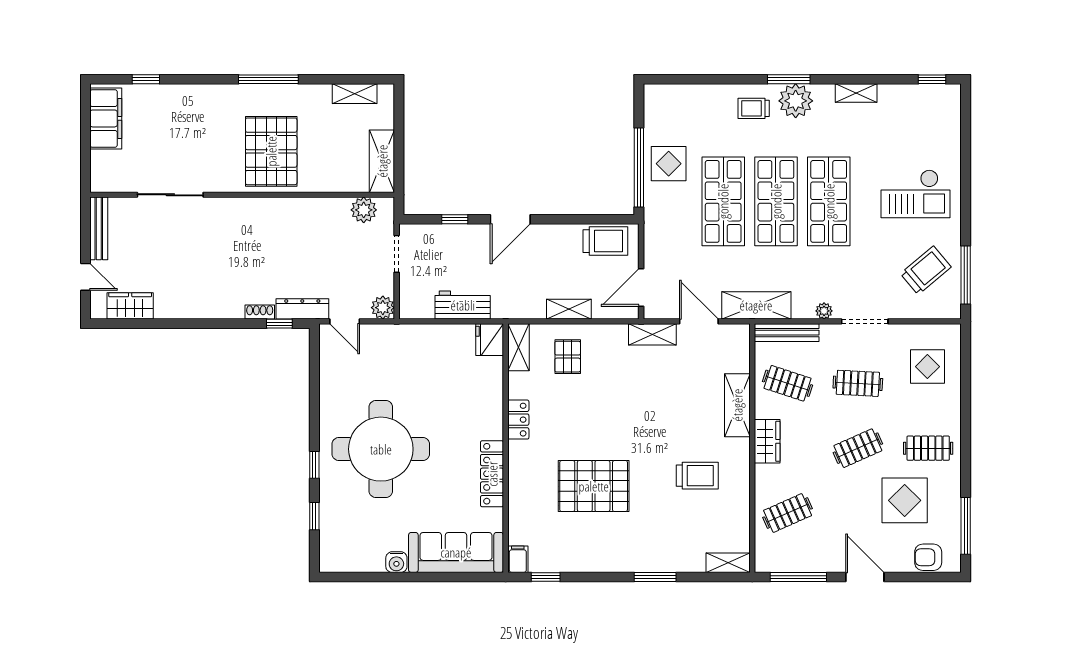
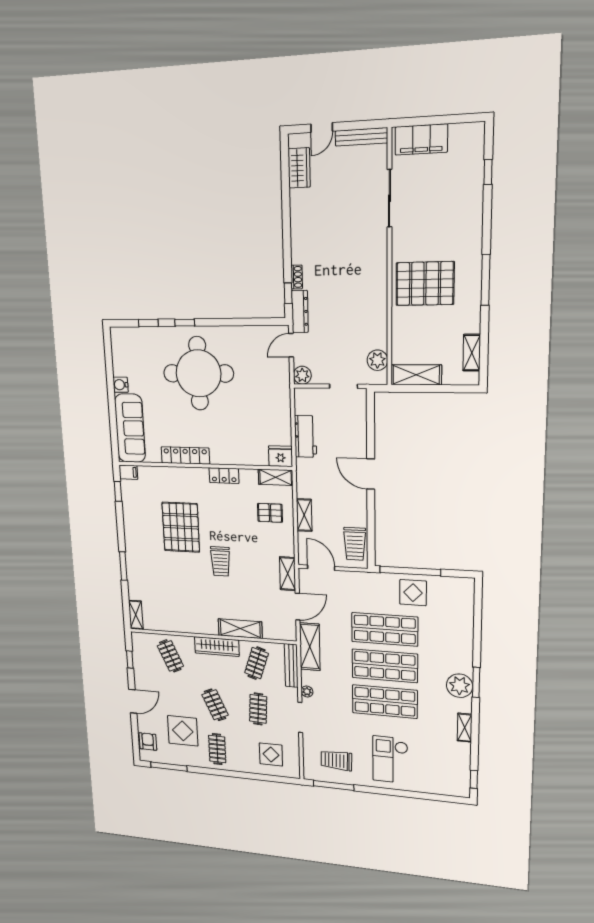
trolley: (754, 108) -> (454, 656), removed
filing cabinet: (106, 118) -> (421, 139), moved
window: (455, 219) -> (371, 432), removed
trolley: (926, 270) -> (336, 760), turned 131
wardrobe: (767, 441) -> (217, 646), width x1.50
trolley: (697, 476) -> (220, 561), moved
window: (798, 577) -> (130, 659), width x0.46

